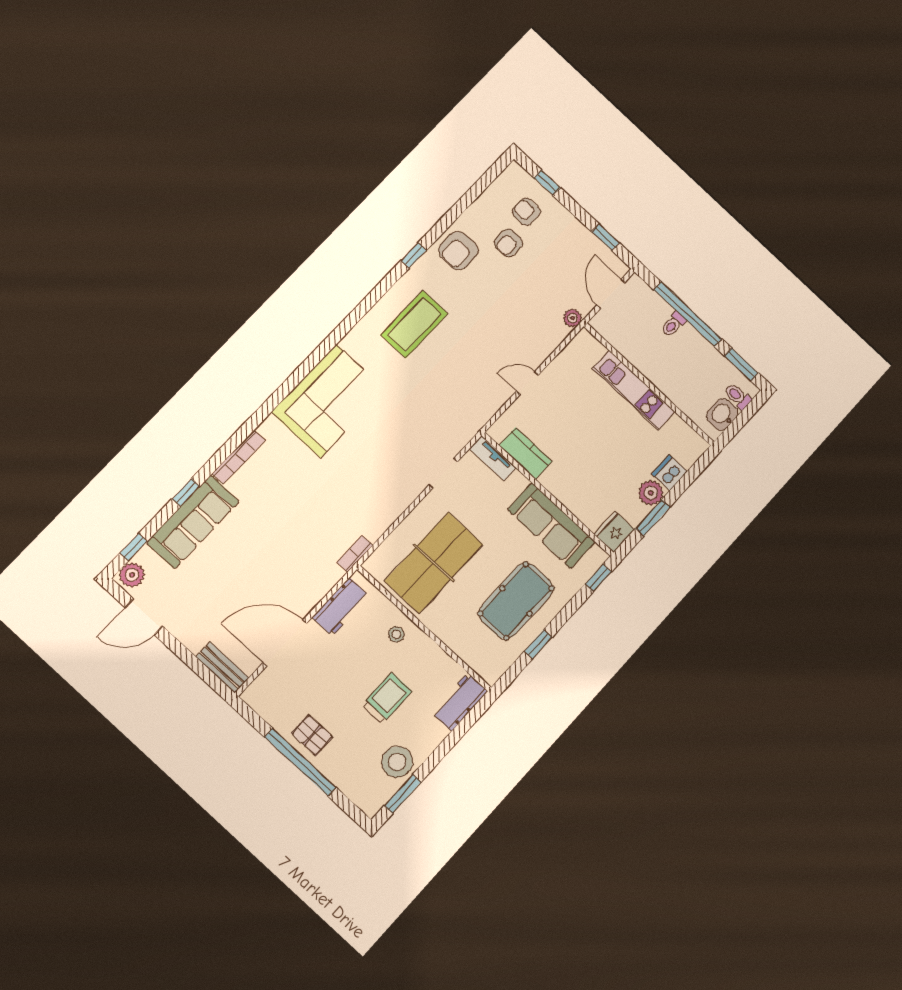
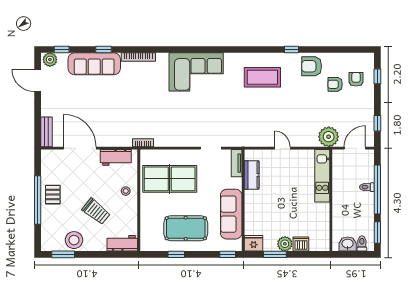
plant: (572, 318) -> (329, 137), width x1.88, depth x1.88
kitchen unit: (634, 390) -> (322, 176), moved
trolley: (387, 698) -> (96, 211), turned 39

